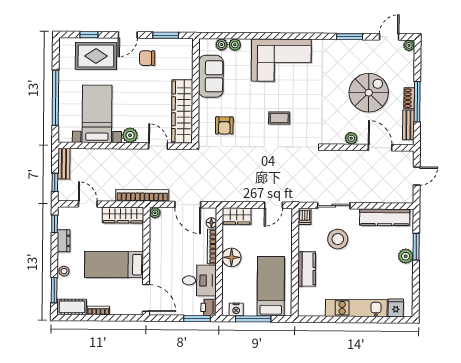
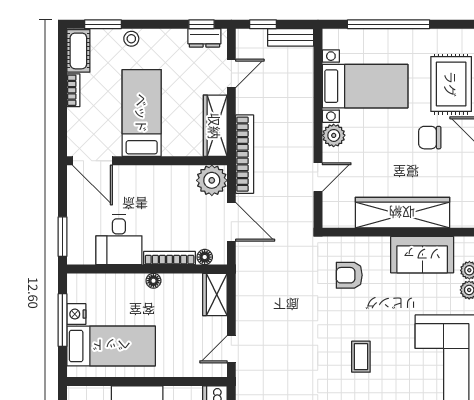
chair: (147, 58) -> (430, 138), moved, turned -90
wardrobe: (182, 111) -> (402, 213), moved
door: (188, 205) -> (231, 222), swing flipped
door: (274, 205) -> (231, 349), hinge flipped
plant: (155, 213) -> (212, 180), width x1.88, depth x1.88
dresser: (64, 241) -> (204, 38), moved
floor lamp: (232, 257) -> (153, 281), width x0.53, depth x0.53
door: (146, 298) -> (92, 161), hinge flipped
printer: (208, 307) -> (79, 254), removed
nightstand: (236, 309) -> (76, 314), moved

